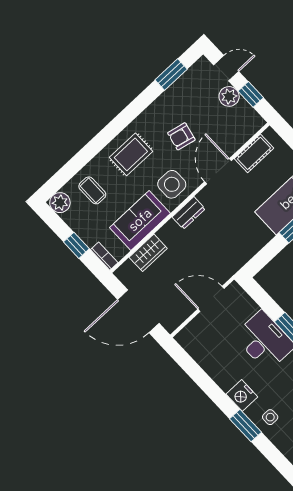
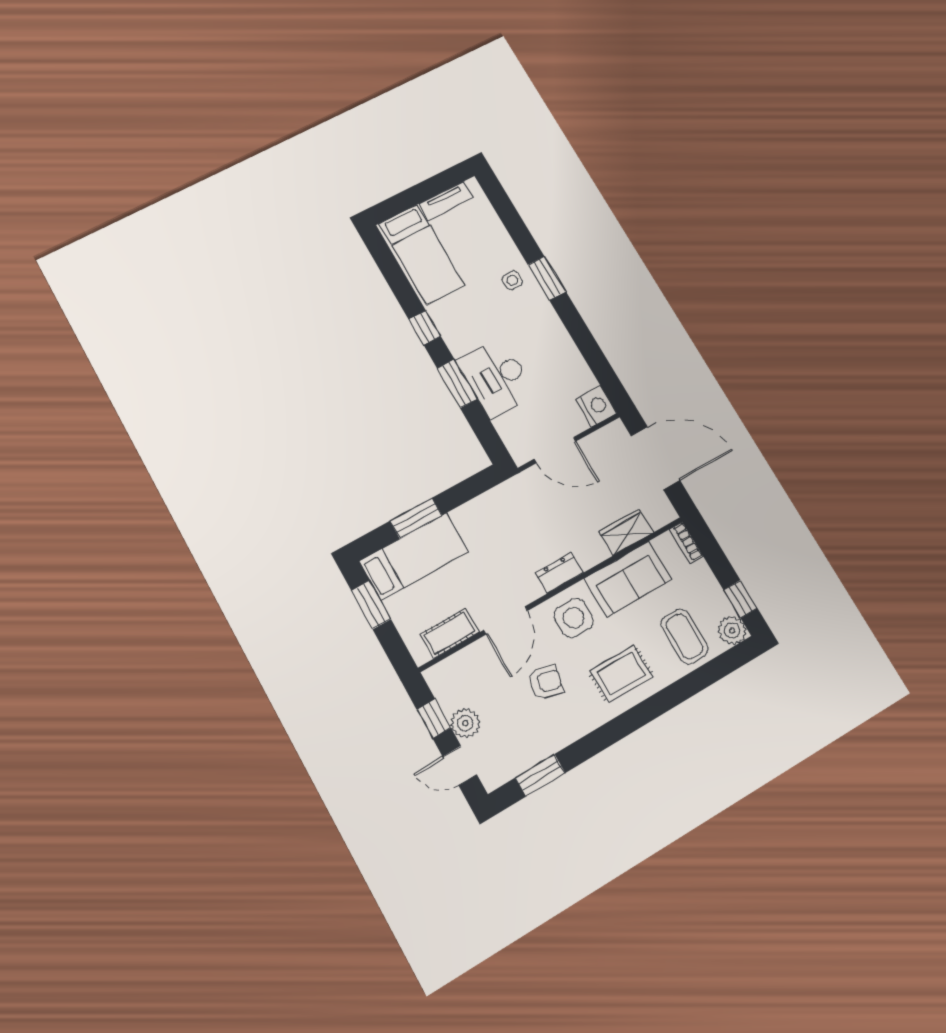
coffee table: (92, 190) -> (684, 636), width x1.36, depth x1.30
window: (76, 245) -> (741, 599), moved
nightstand: (242, 395) -> (596, 406), moved

